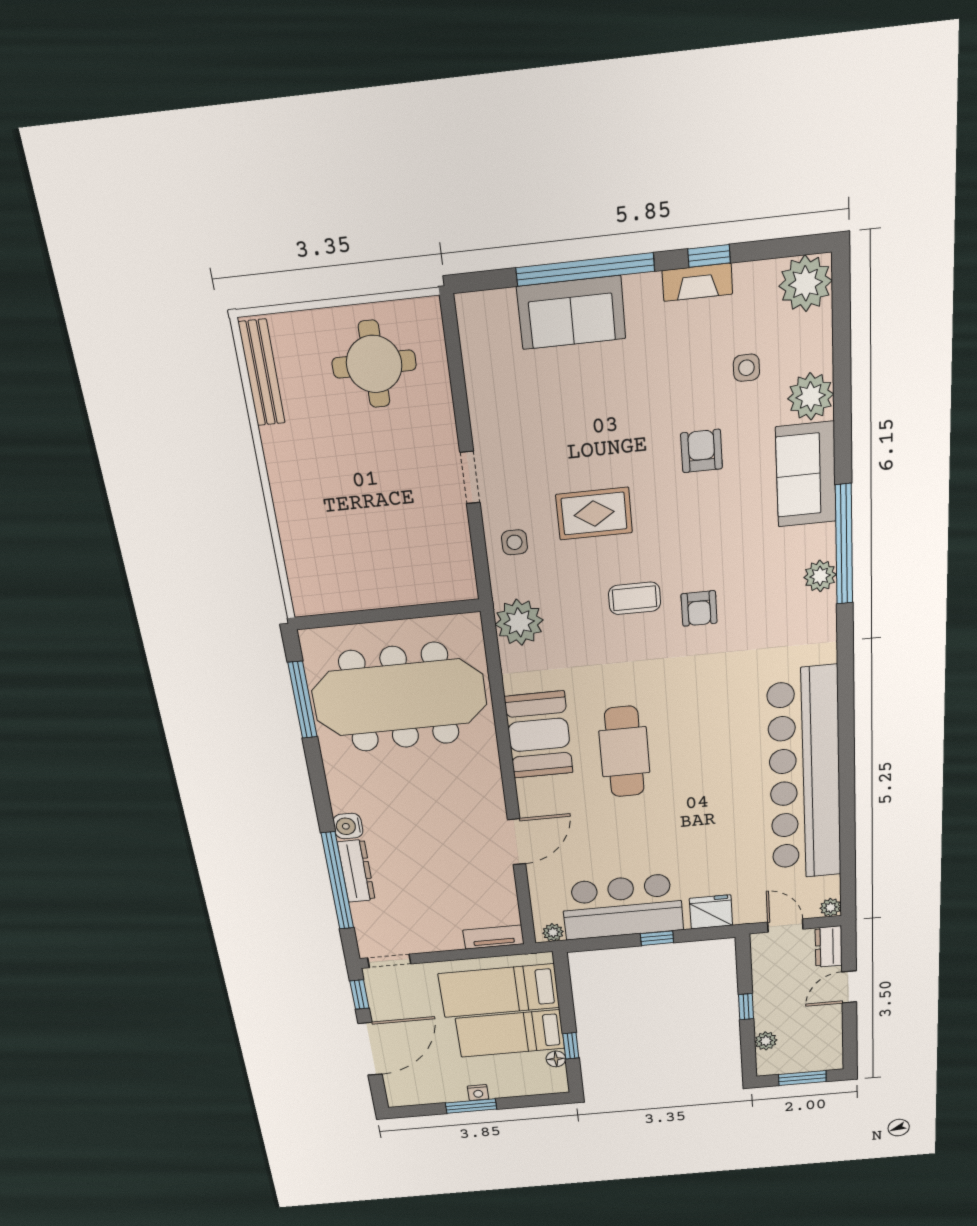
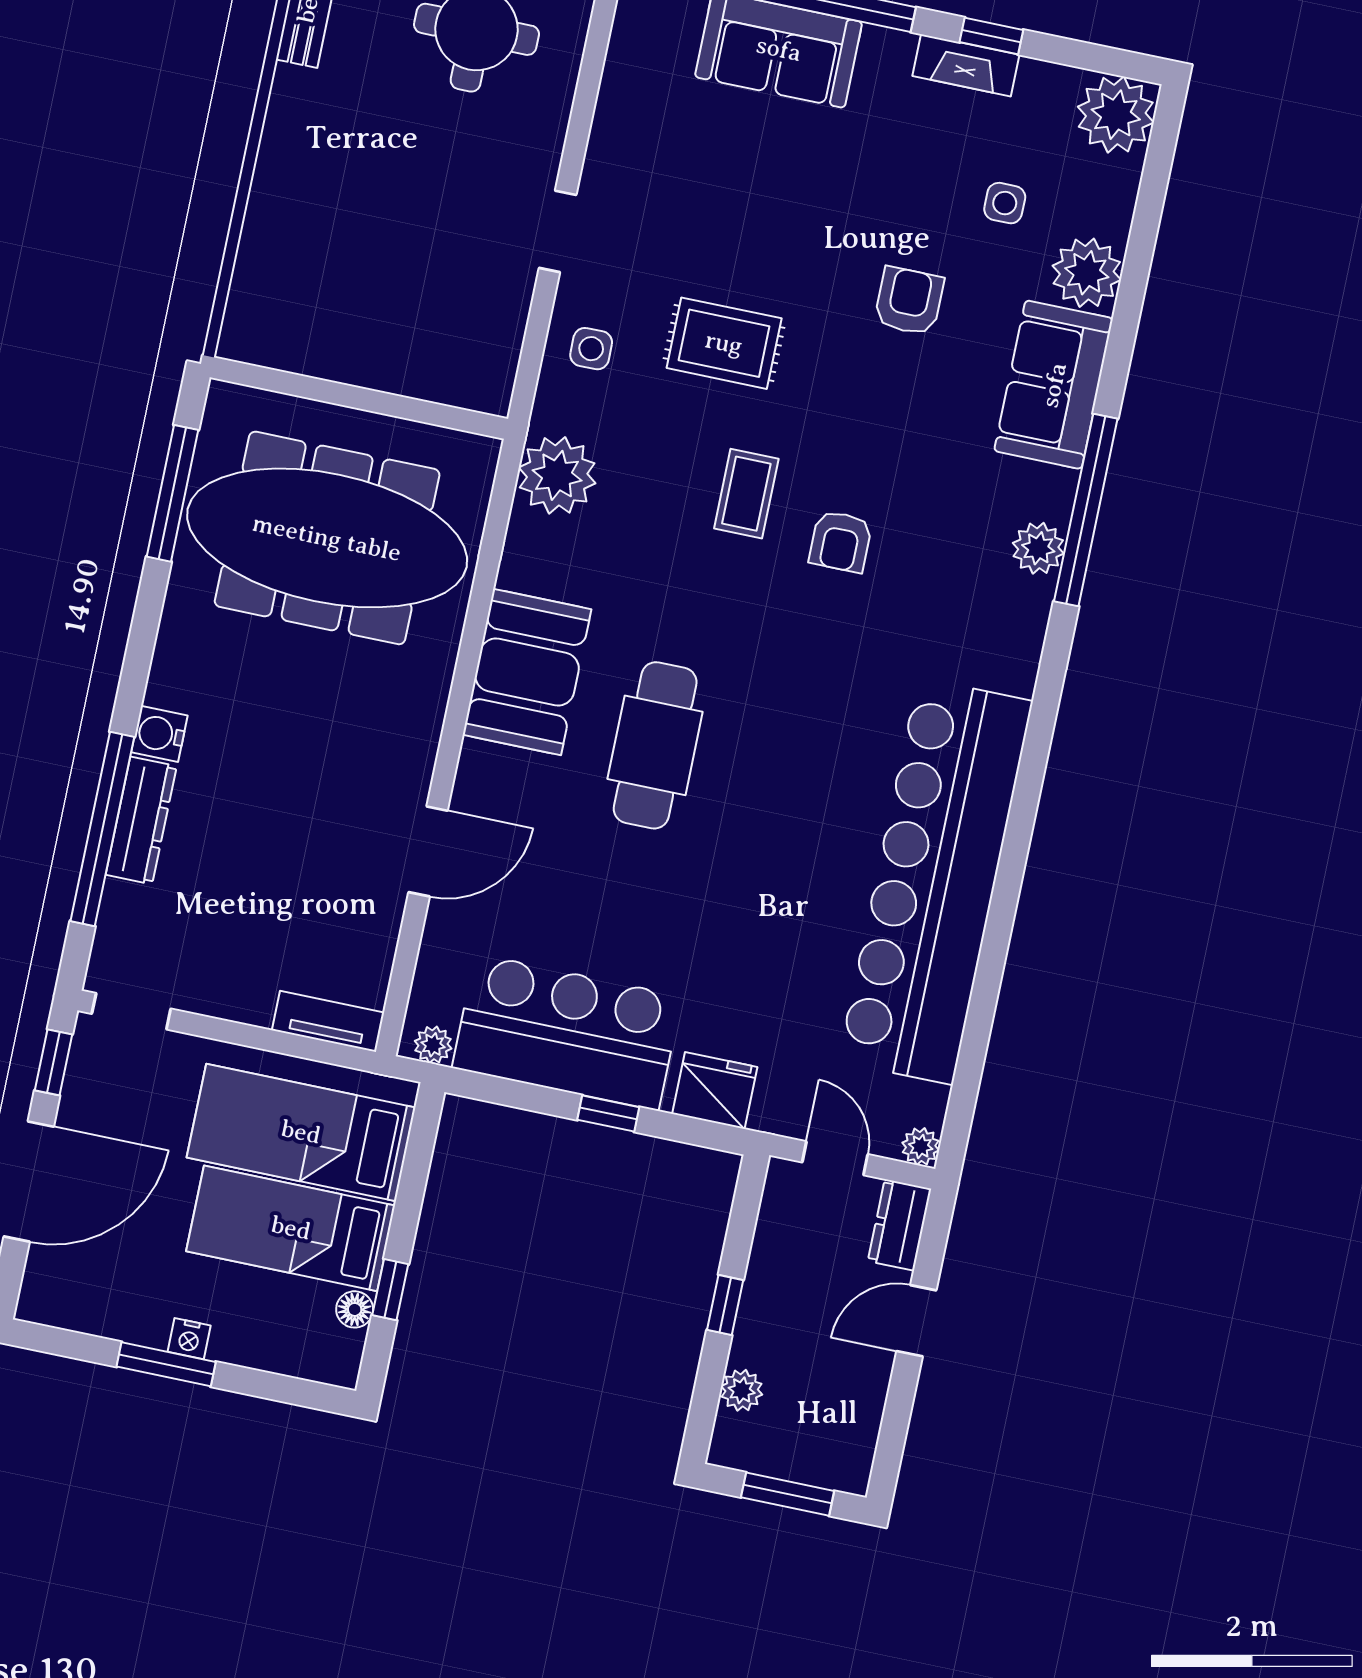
coffee table: (635, 598) -> (746, 494), turned 90

